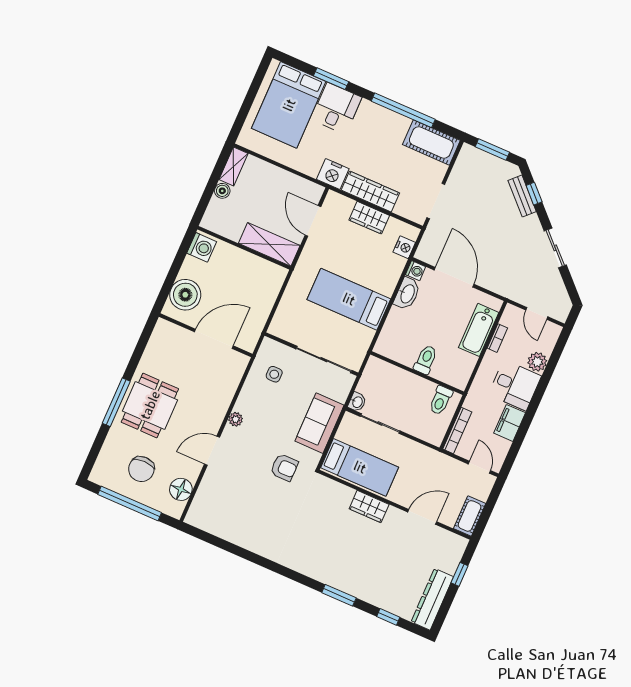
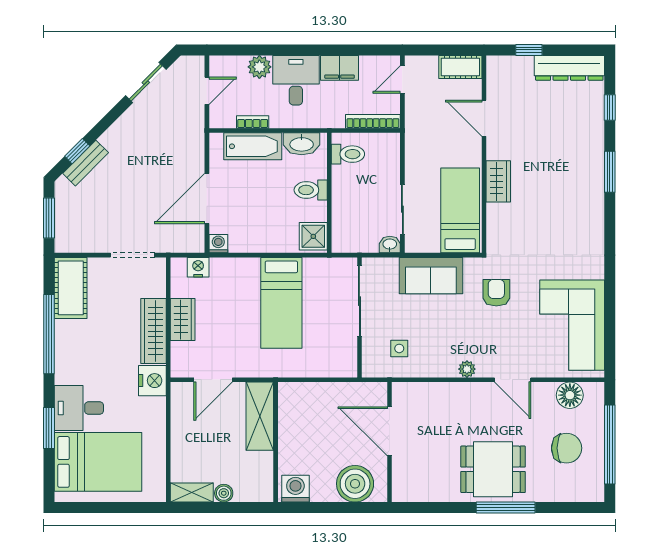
sliding door: (555, 248) -> (146, 83), moved
washbasin: (407, 294) -> (302, 144), moved, turned 180
shower: (389, 346) -> (313, 236), added
corner sofa: (234, 515) -> (572, 325), added

